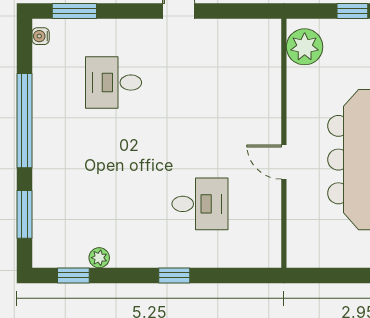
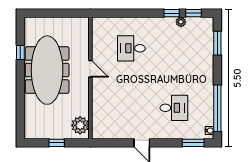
window: (25, 121) -> (217, 108), moved
window: (174, 275) -> (172, 13), moved

